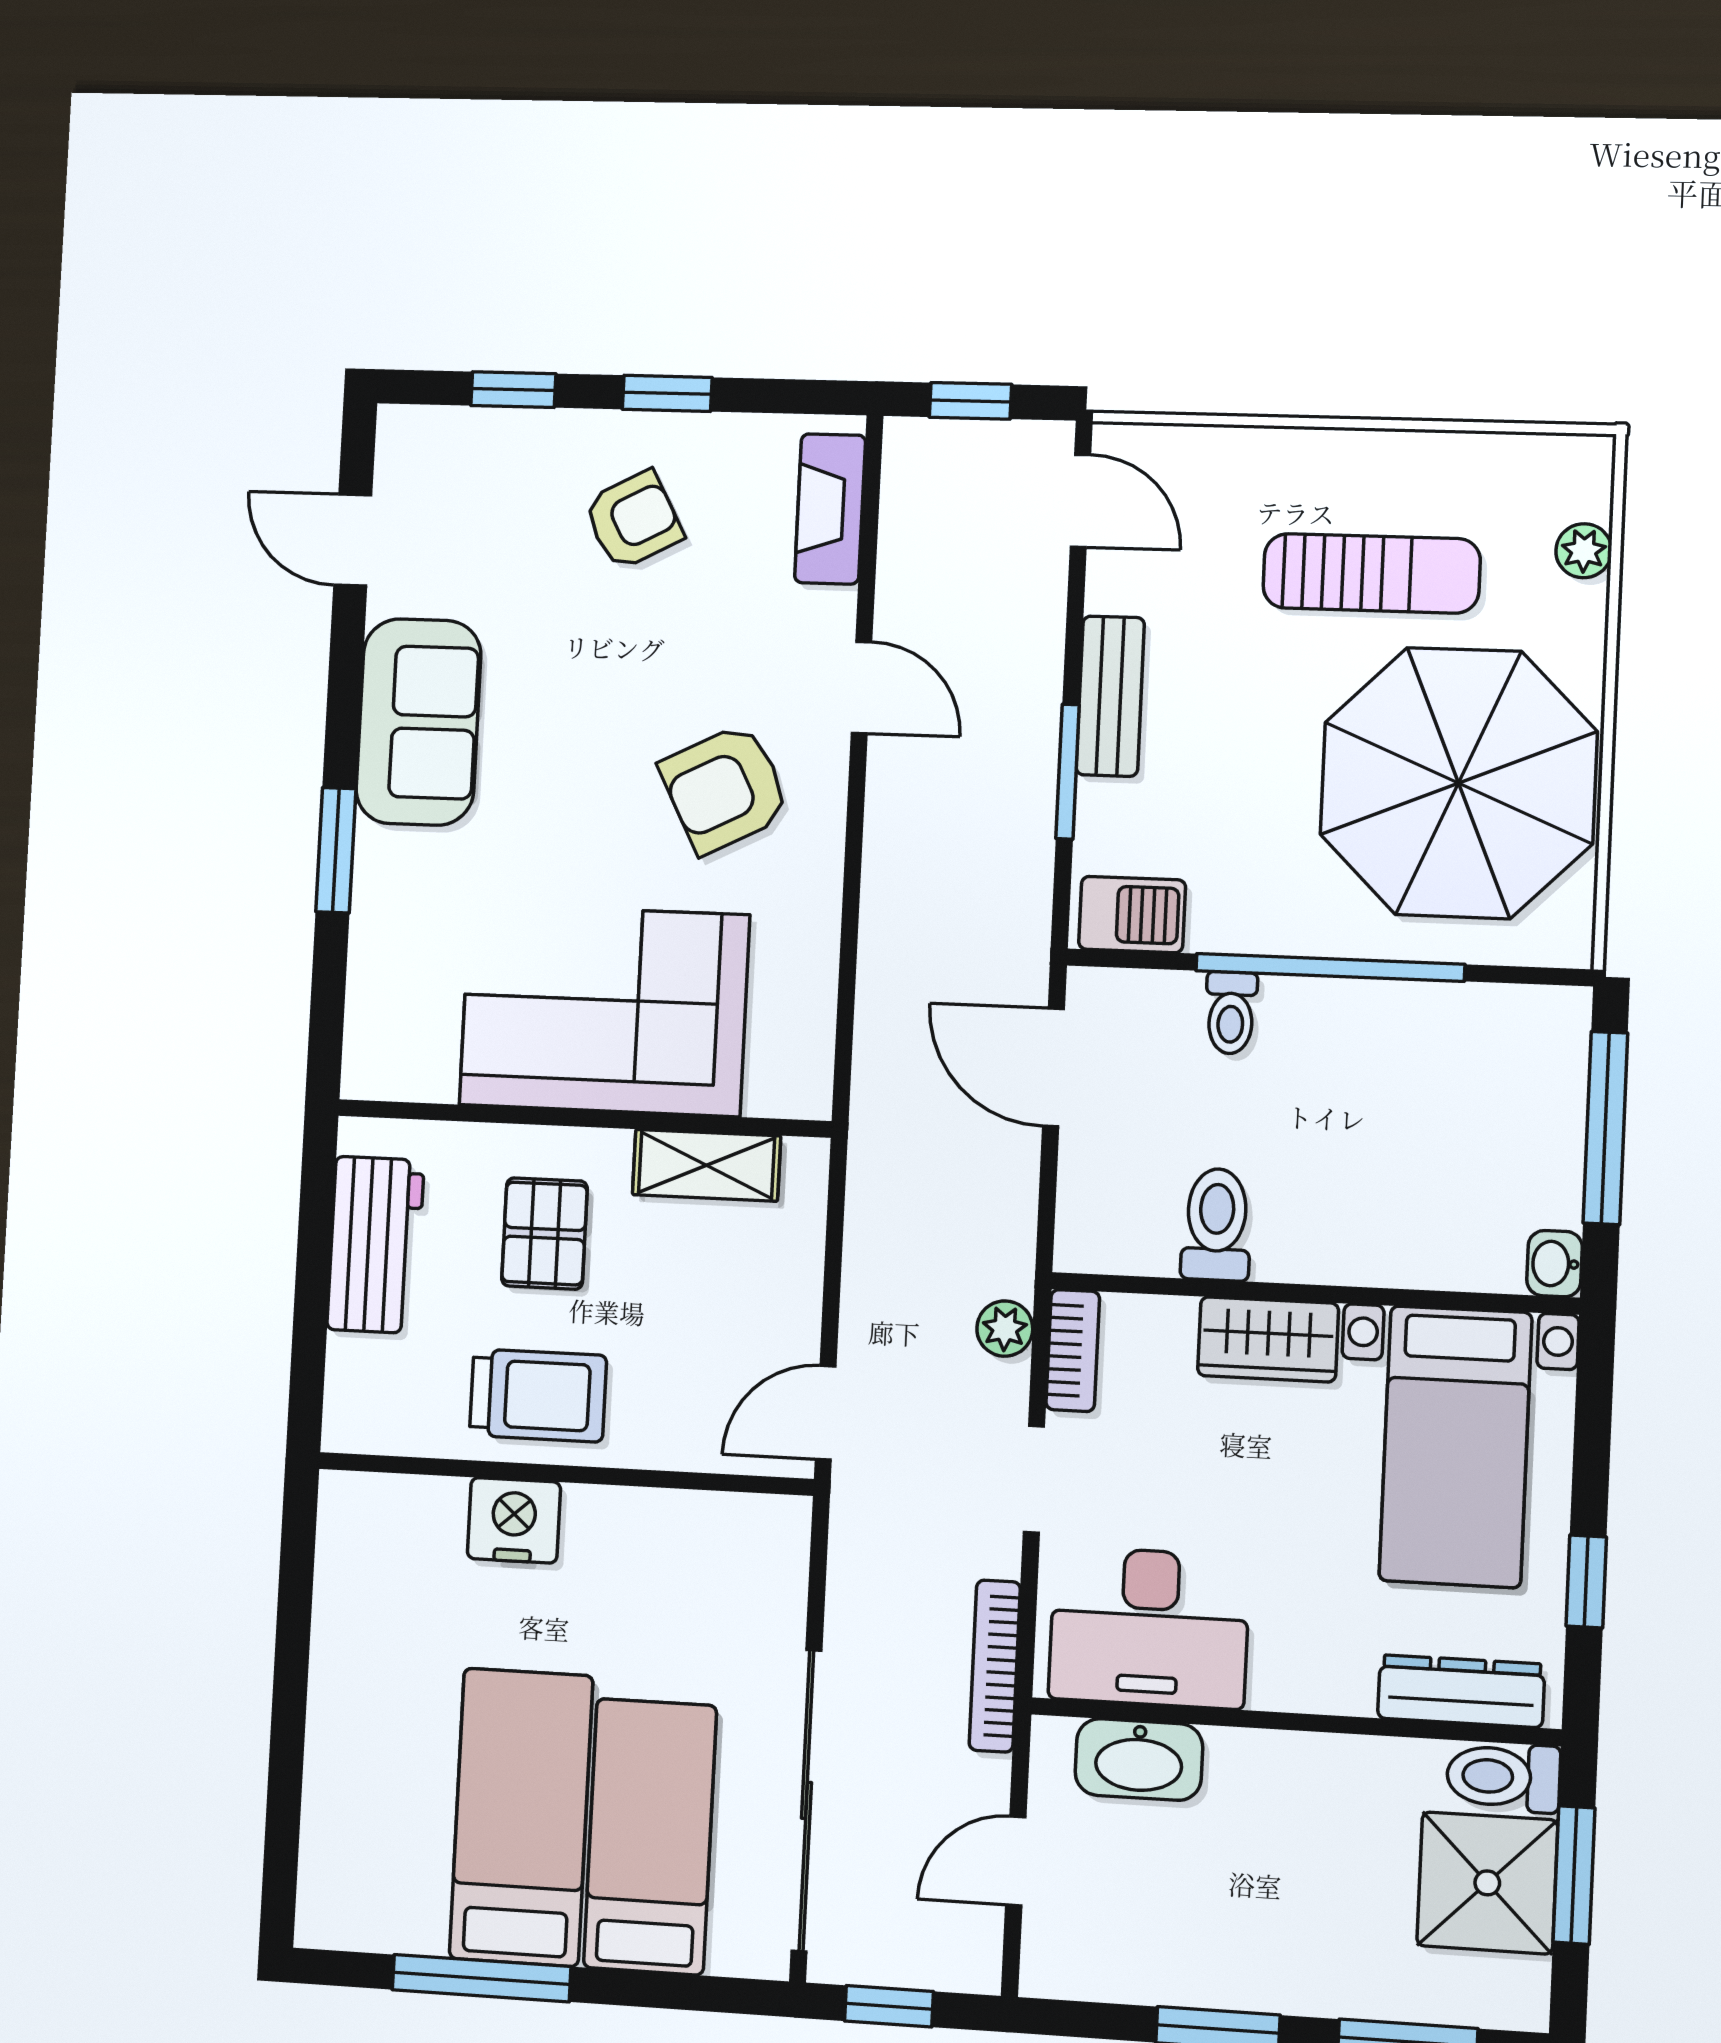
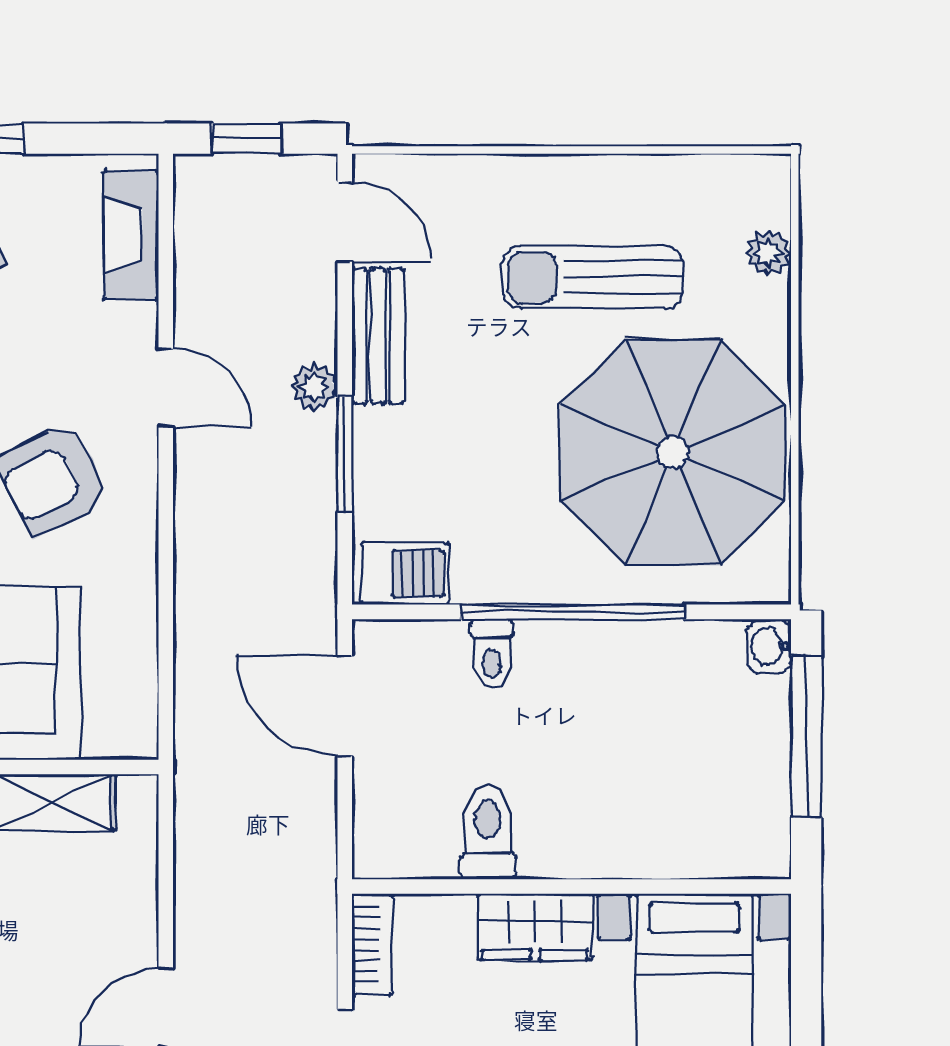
sun lounger: (1371, 573) -> (593, 277), turned 180
bench: (1110, 696) -> (378, 336), moved
washbasin: (1555, 1264) -> (769, 646), moved
plant: (1005, 1329) -> (314, 387), moved

